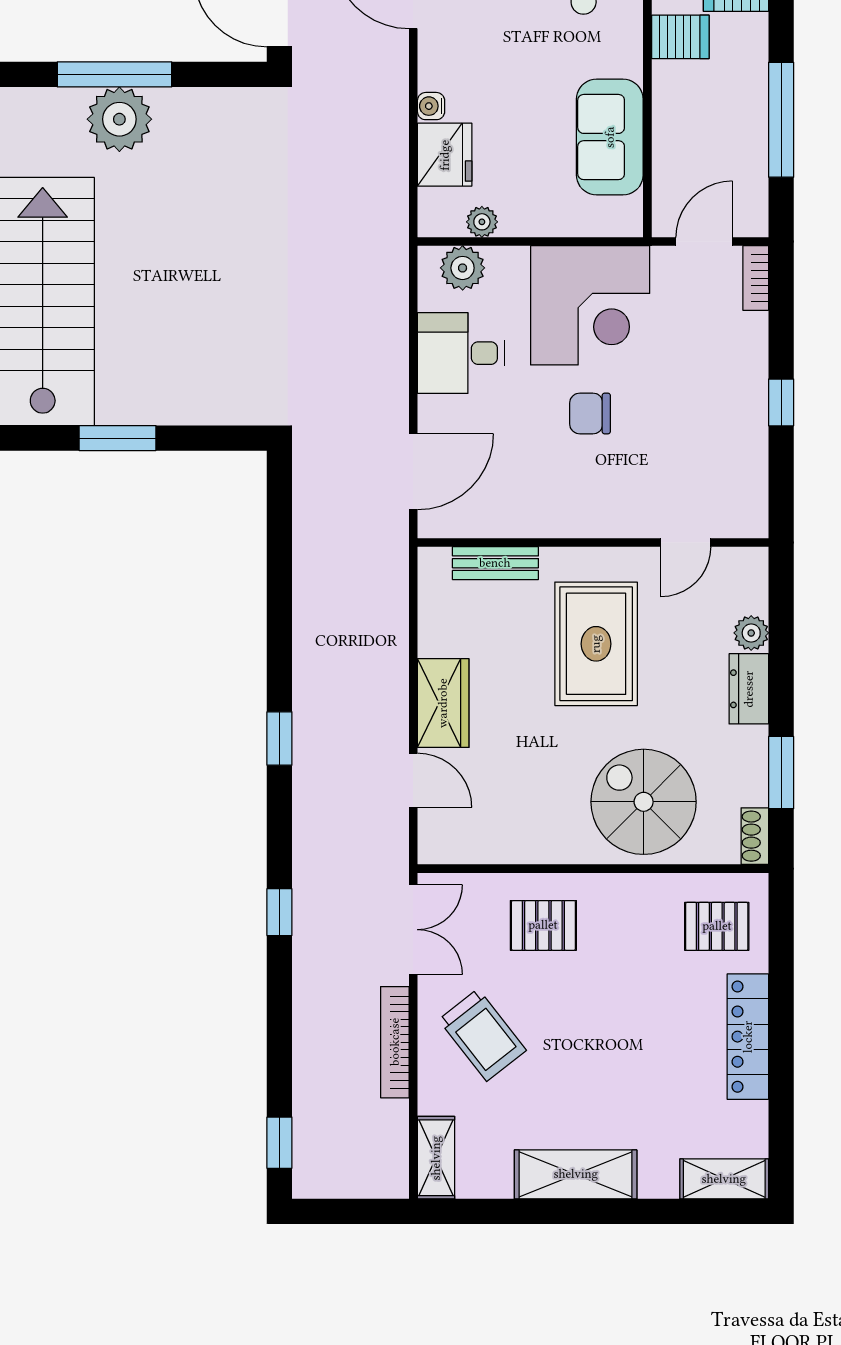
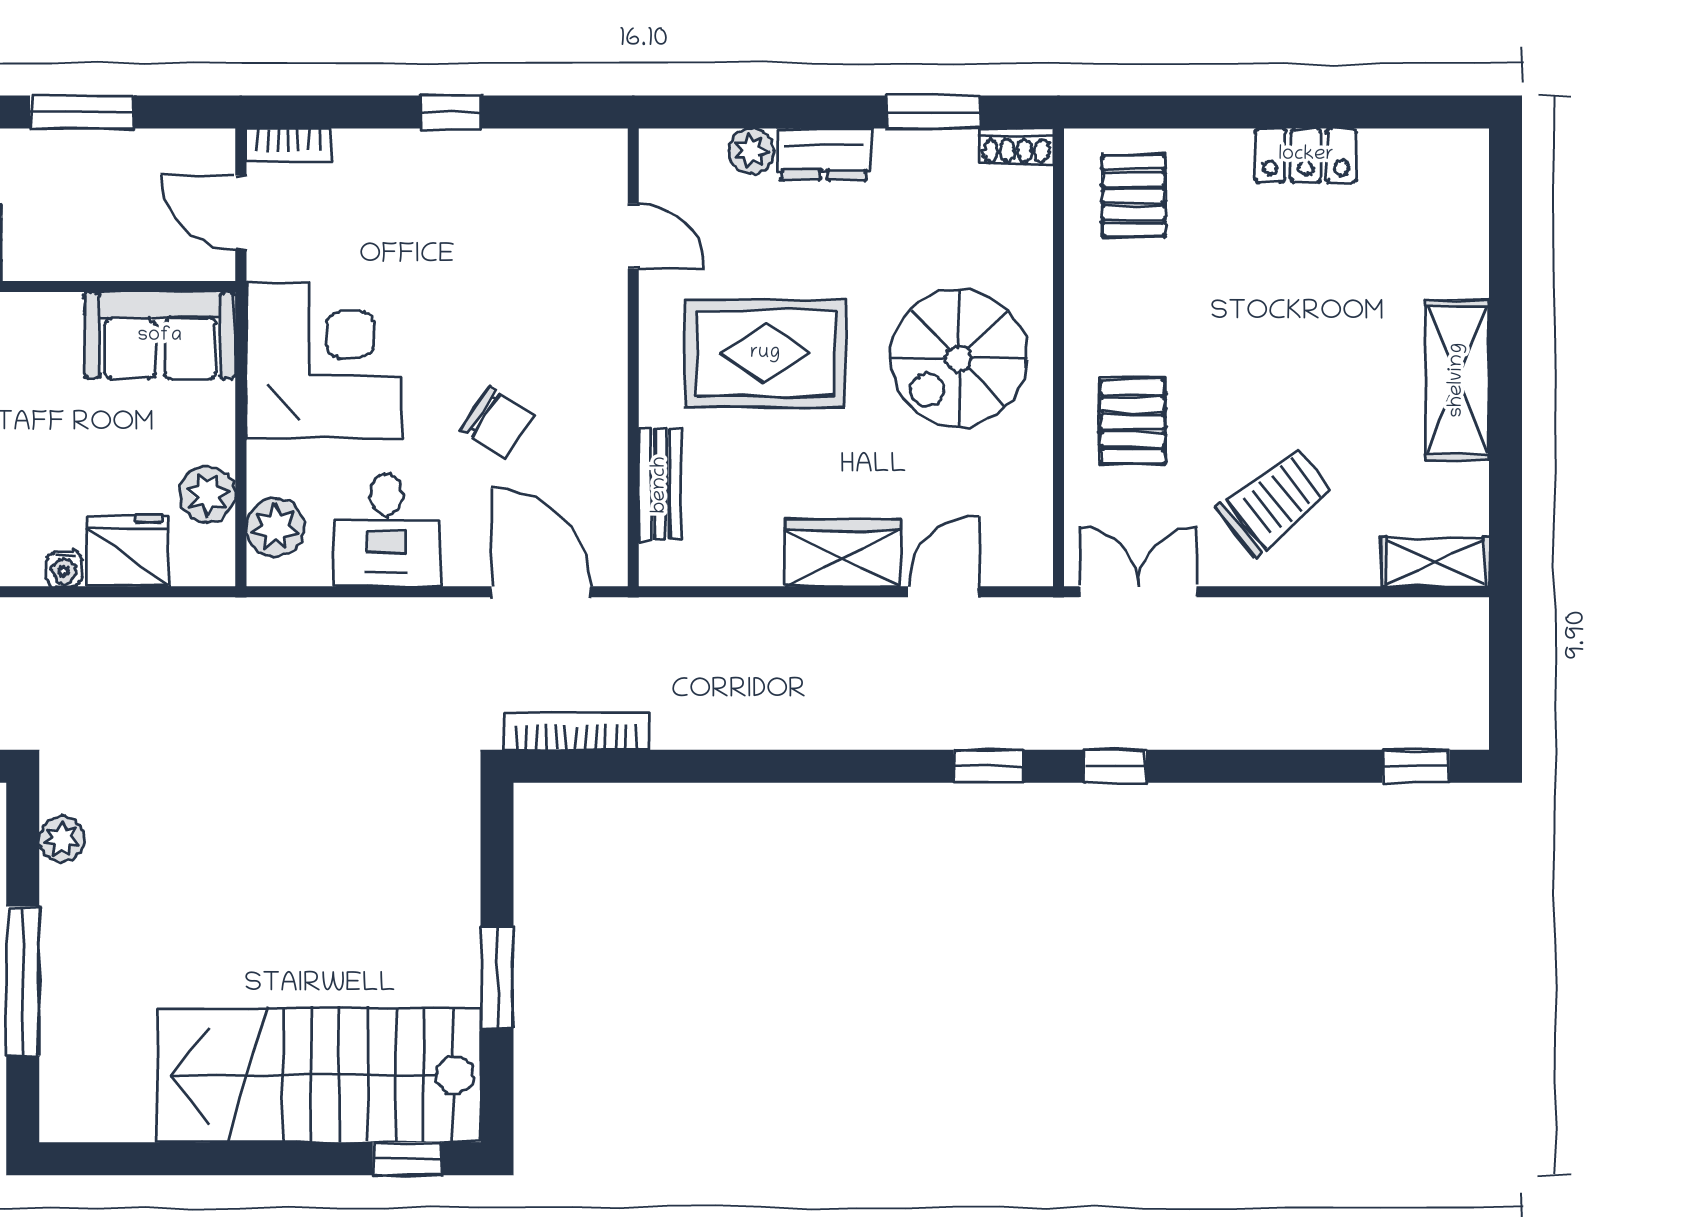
plant: (119, 119) -> (62, 839), moved, width x0.53, depth x0.53
window: (781, 120) -> (82, 112), width x0.69
sofa: (610, 137) -> (160, 336), moved
plant: (482, 222) -> (207, 495), width x1.38, depth x1.38
chair: (590, 413) -> (497, 422), moved, turned -56
window: (279, 739) -> (988, 766), moved
spiral stairs: (644, 802) -> (959, 359), moved
locker: (748, 1037) -> (1306, 155), width x0.66
bookcase: (395, 1042) -> (576, 731), moved, turned 180
shelving: (724, 1179) -> (1463, 186), removed

